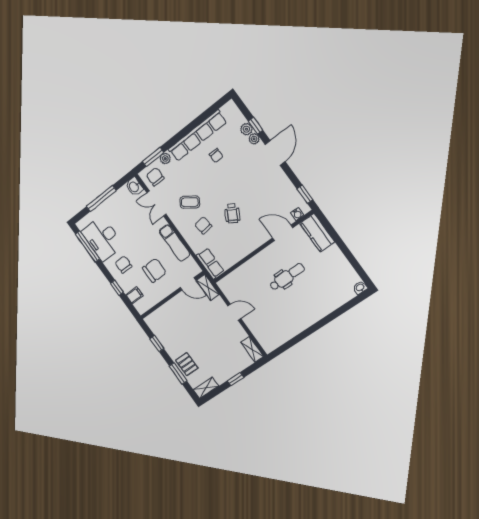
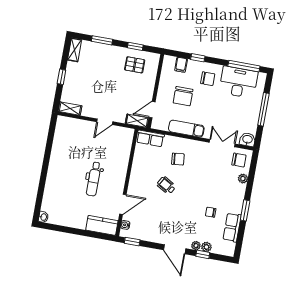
row of seats: (197, 136) -> (232, 227), width x0.50
window: (153, 157) -> (245, 210), moved
coffee table: (190, 202) -> (201, 166), removed
pallet: (187, 364) -> (135, 65), moved

